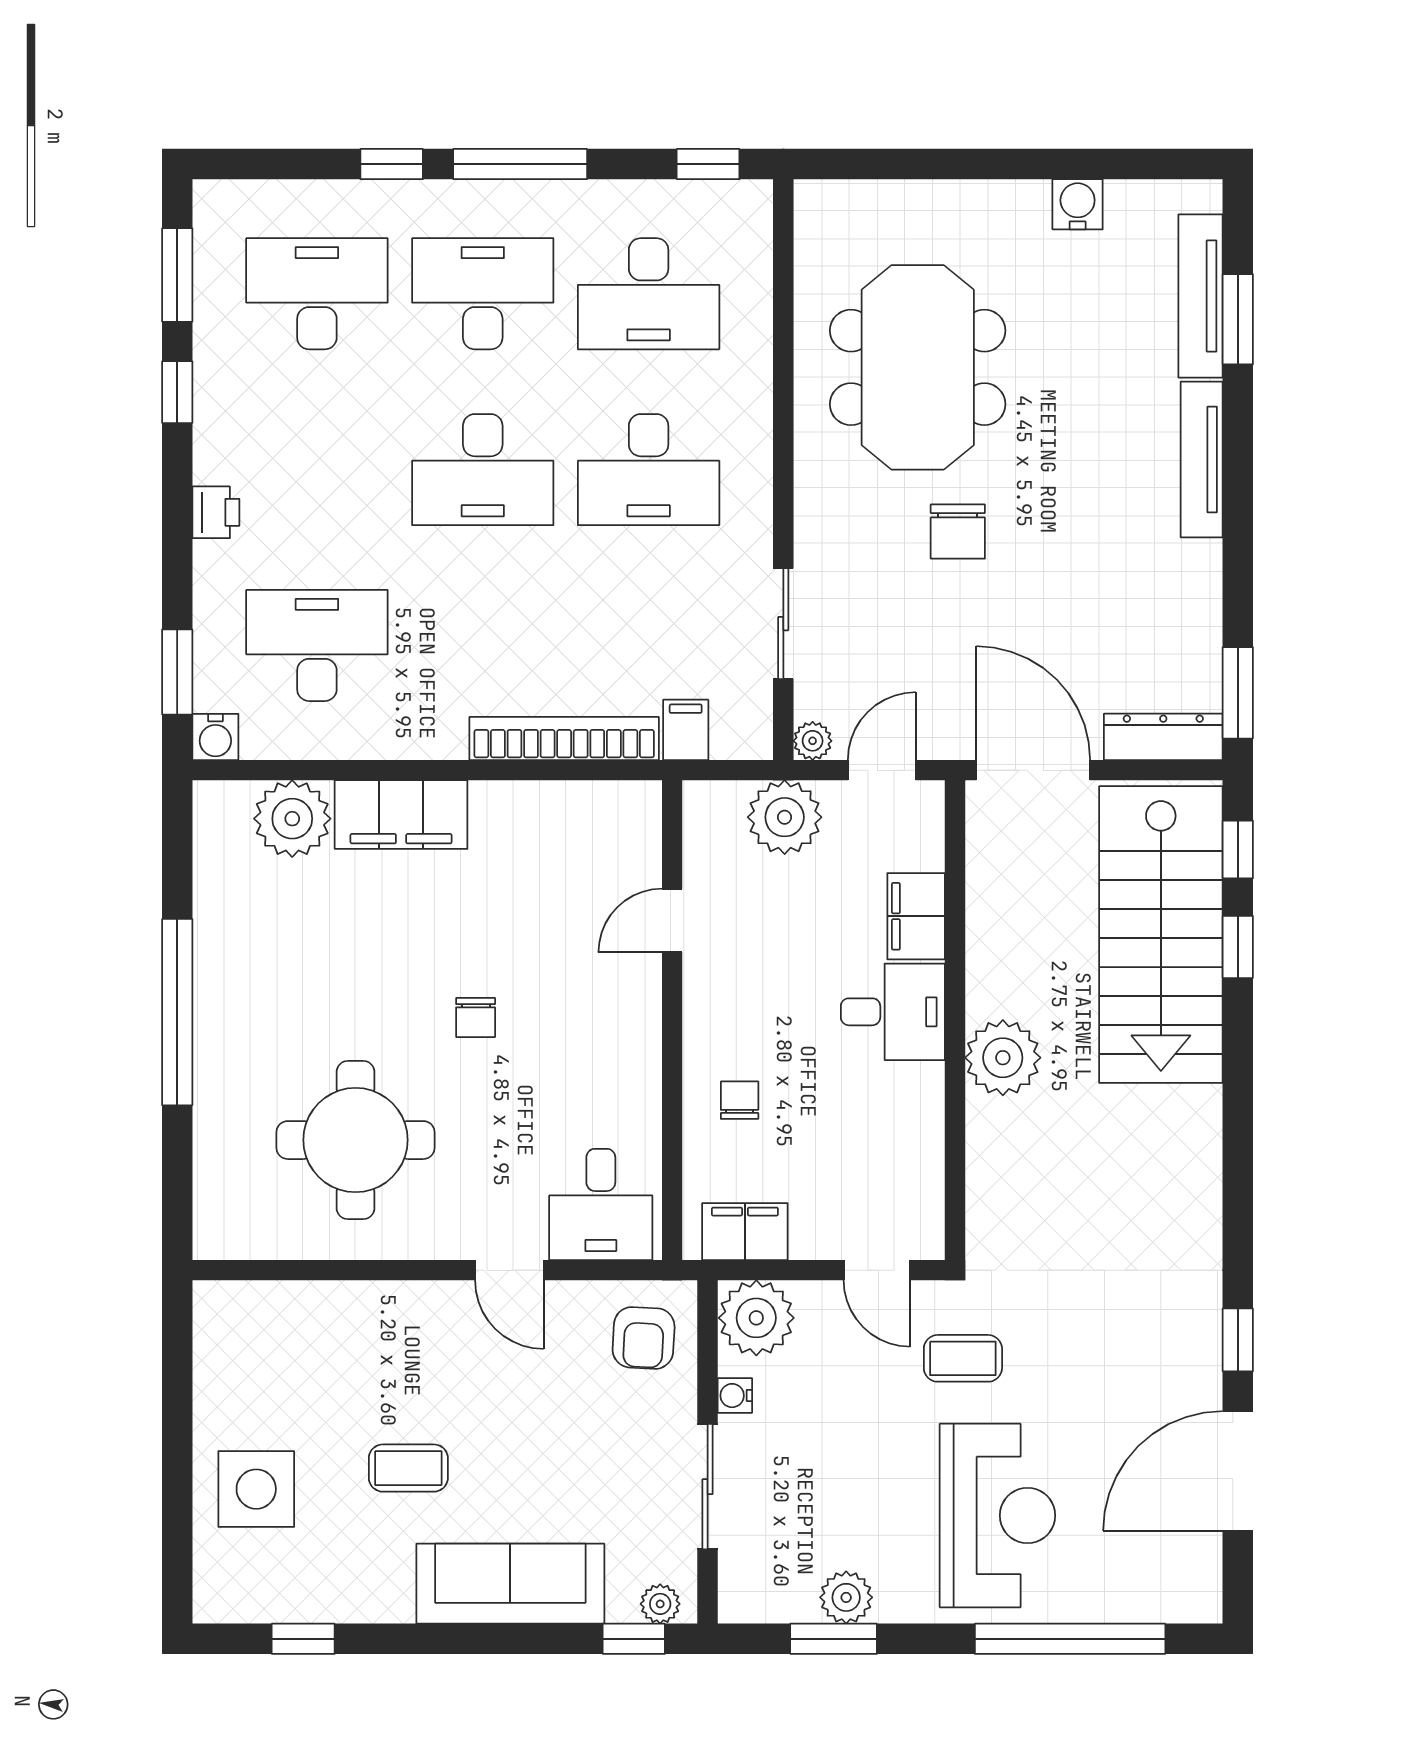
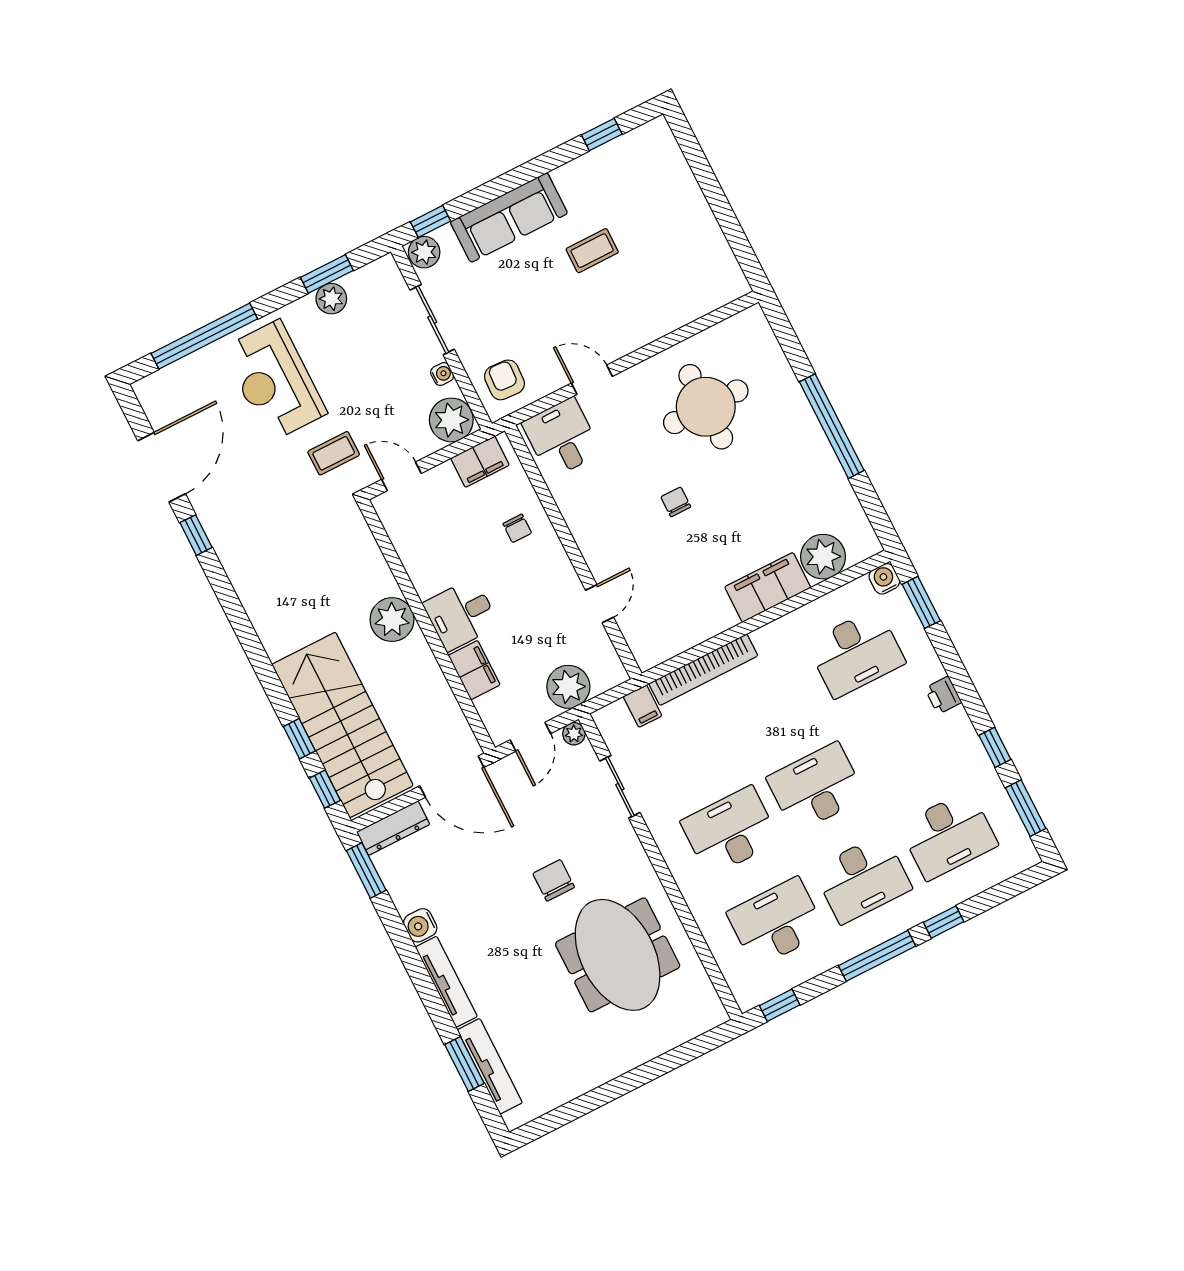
water cooler: (1078, 204) -> (420, 925), moved, turned 90
side table: (256, 1489) -> (665, 200), removed
plant: (660, 1604) -> (424, 252), width x1.38, depth x1.38

